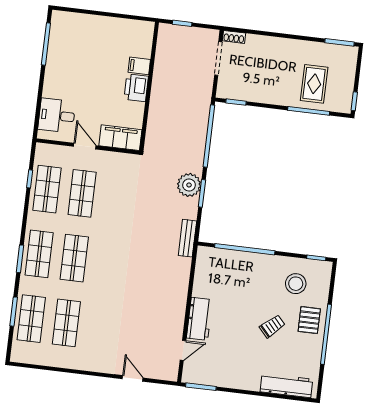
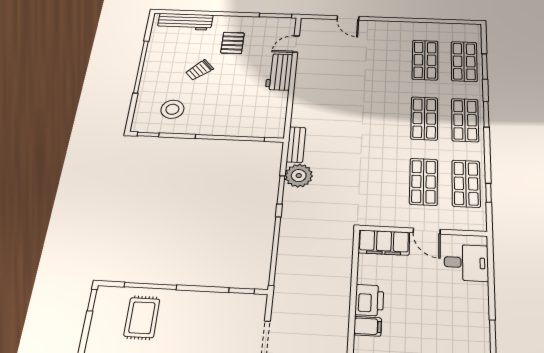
plant: (189, 185) -> (299, 176), moved
pallet: (309, 320) -> (232, 43), moved

